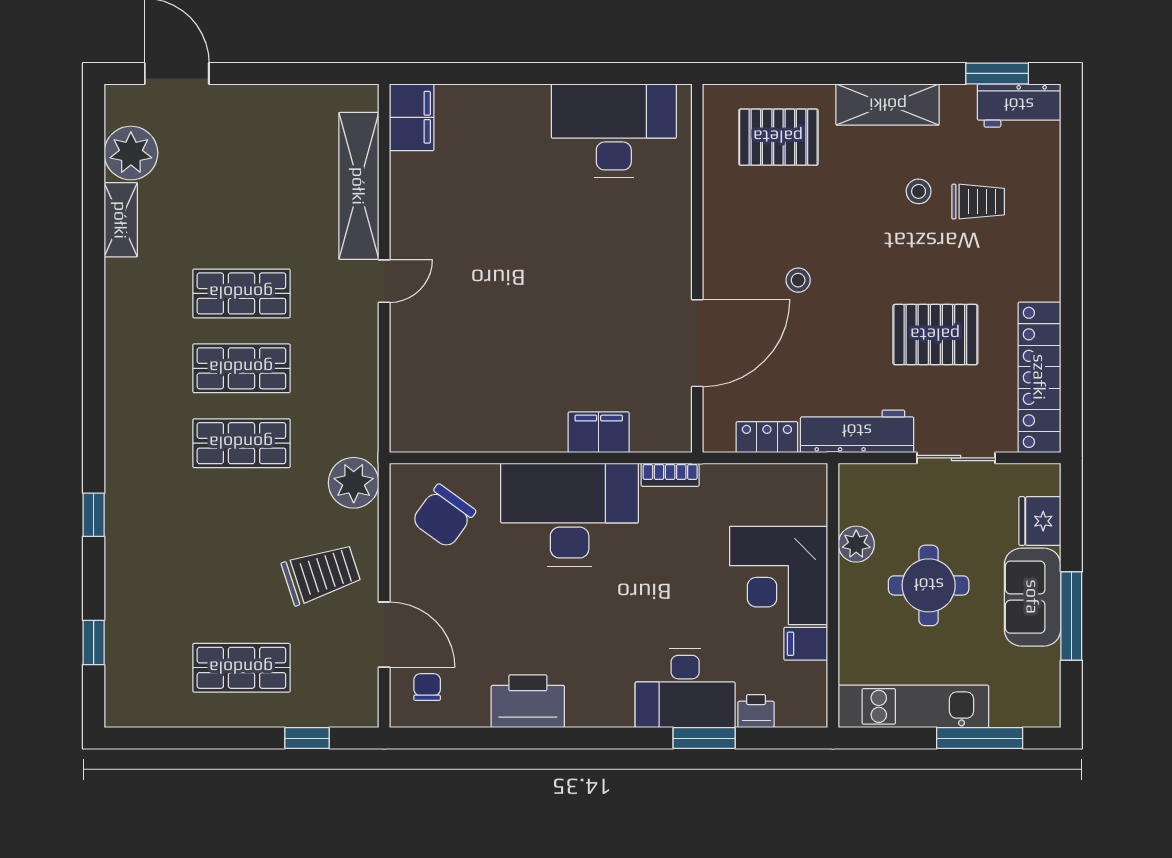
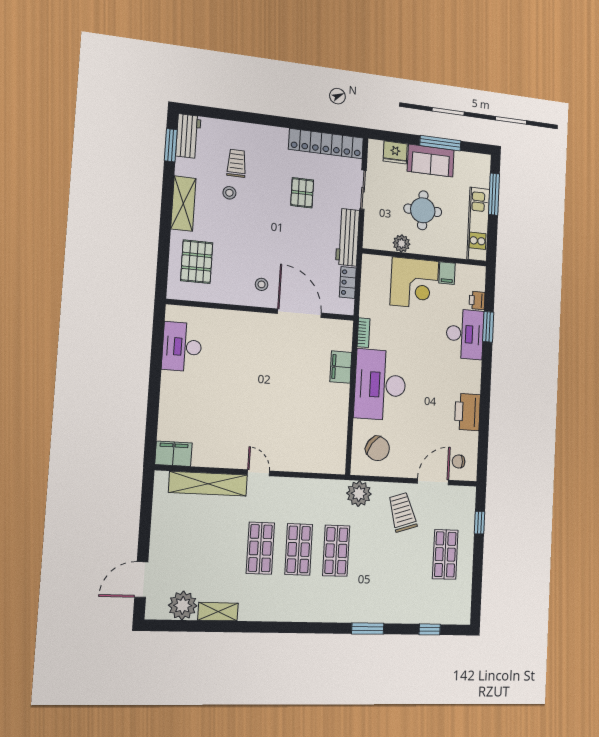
desk: (614, 131) -> (182, 347), width x0.73, depth x0.77
stool: (798, 280) -> (262, 284), moved
pallet: (935, 335) -> (302, 193), width x0.67, depth x0.71
window: (94, 515) -> (368, 629), width x1.50

